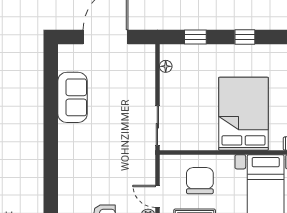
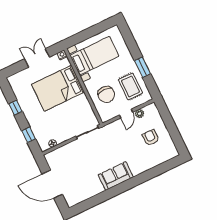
sofa: (72, 97) -> (116, 176), moved
chair: (200, 181) -> (106, 94), turned -90

